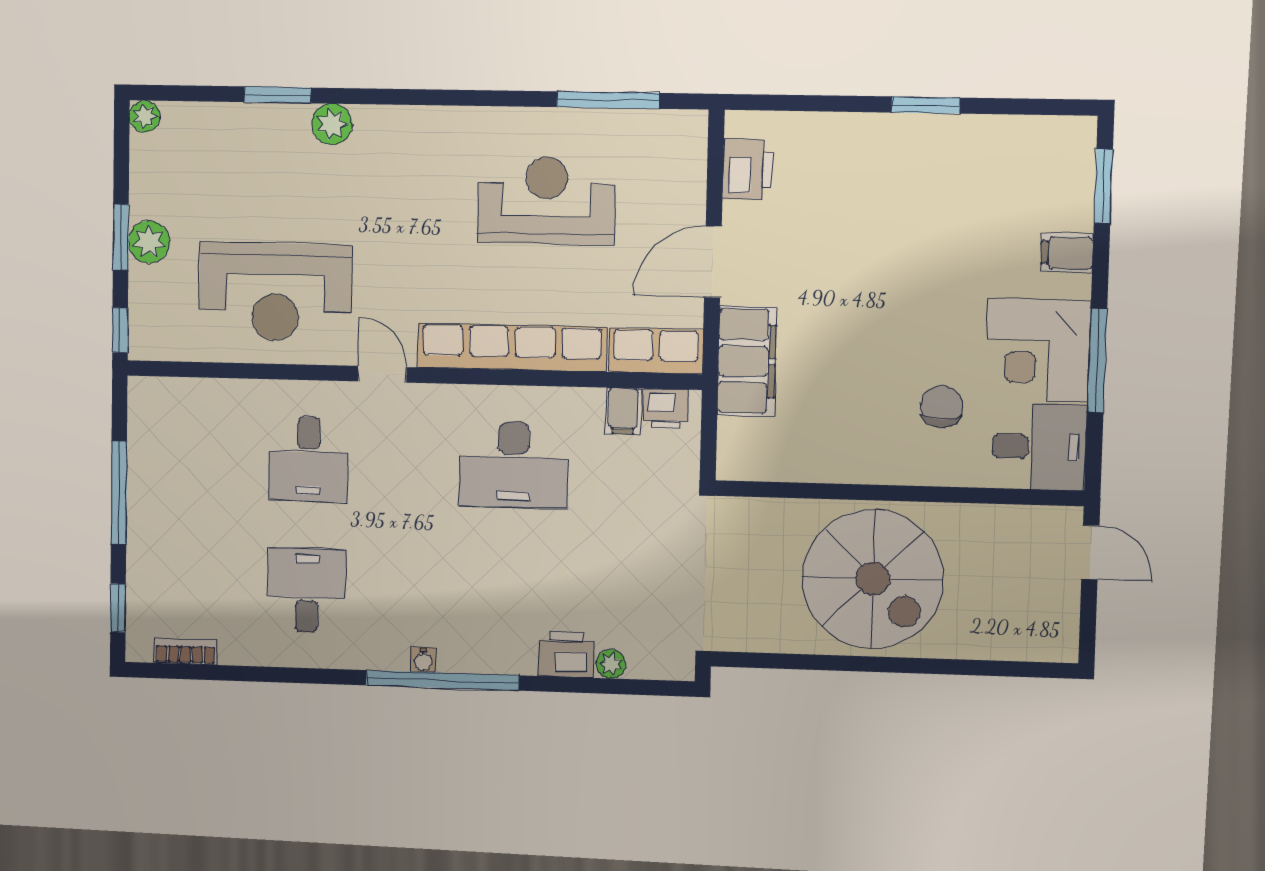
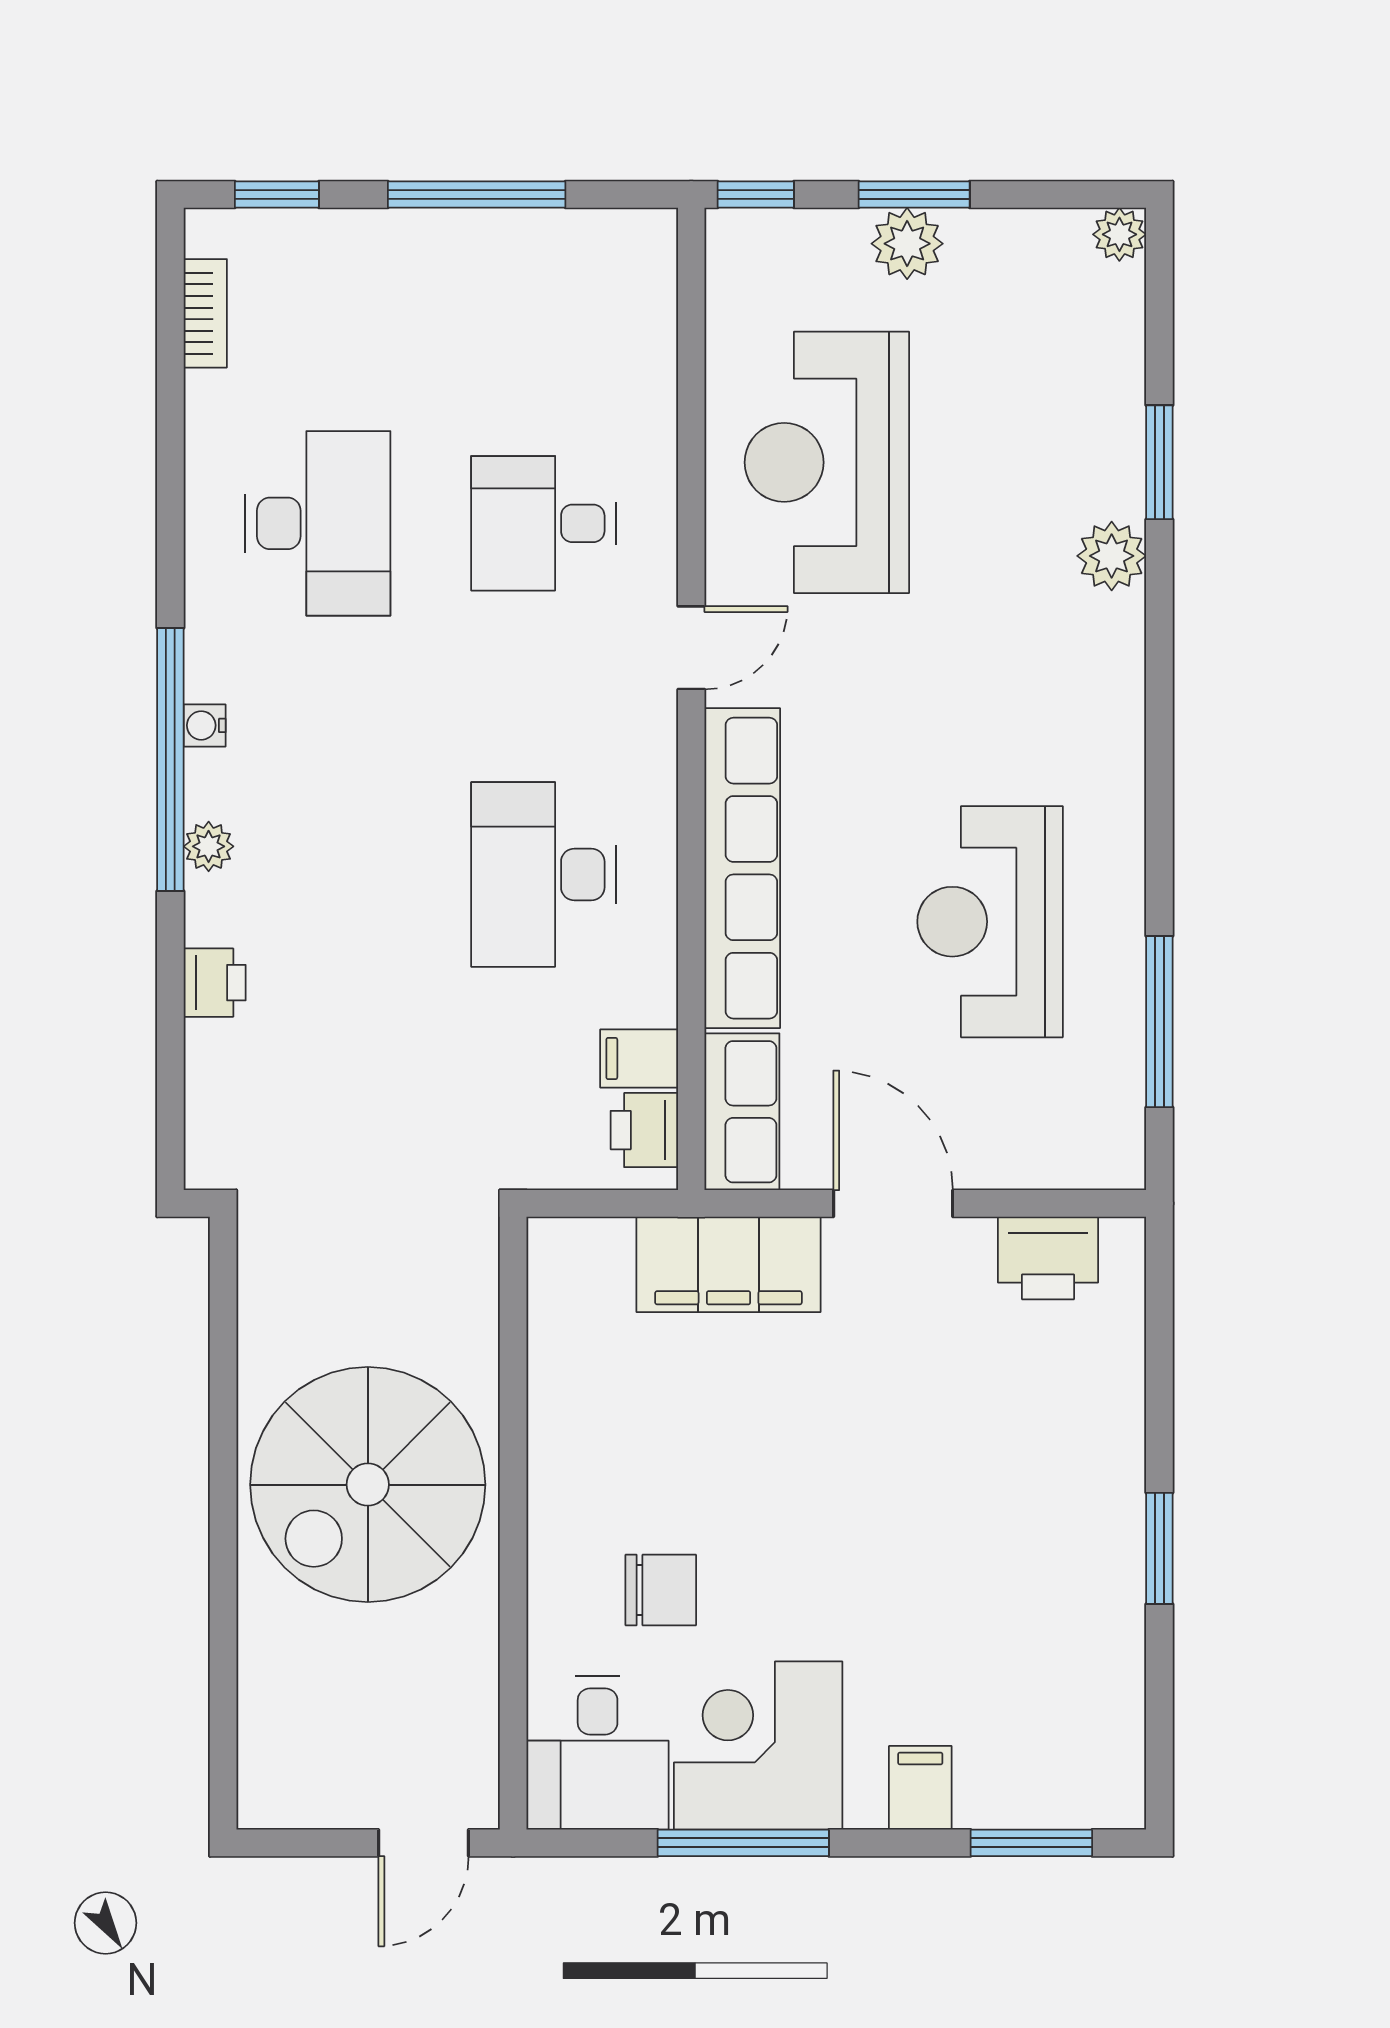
reception desk: (546, 201) -> (990, 922), turned 180
desk: (307, 590) -> (318, 523), width x1.37
printer: (566, 655) -> (215, 983), width x0.73, depth x0.81
plant: (611, 664) -> (209, 846), moved

